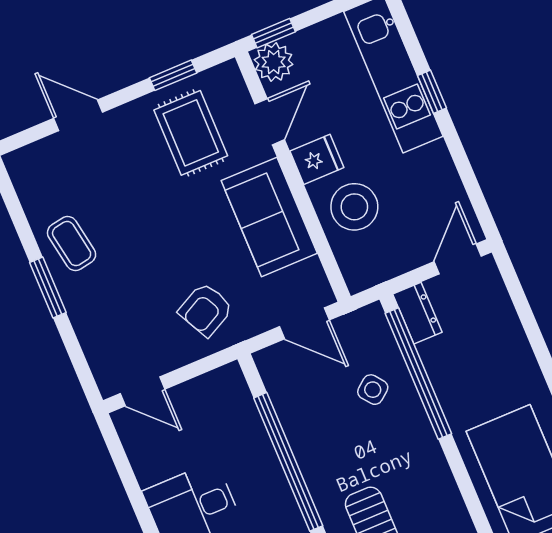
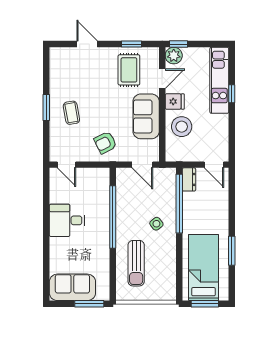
coffee table: (72, 244) -> (71, 113), moved
door: (458, 259) -> (214, 165), swing flipped
side table: (373, 390) -> (156, 224), moved

